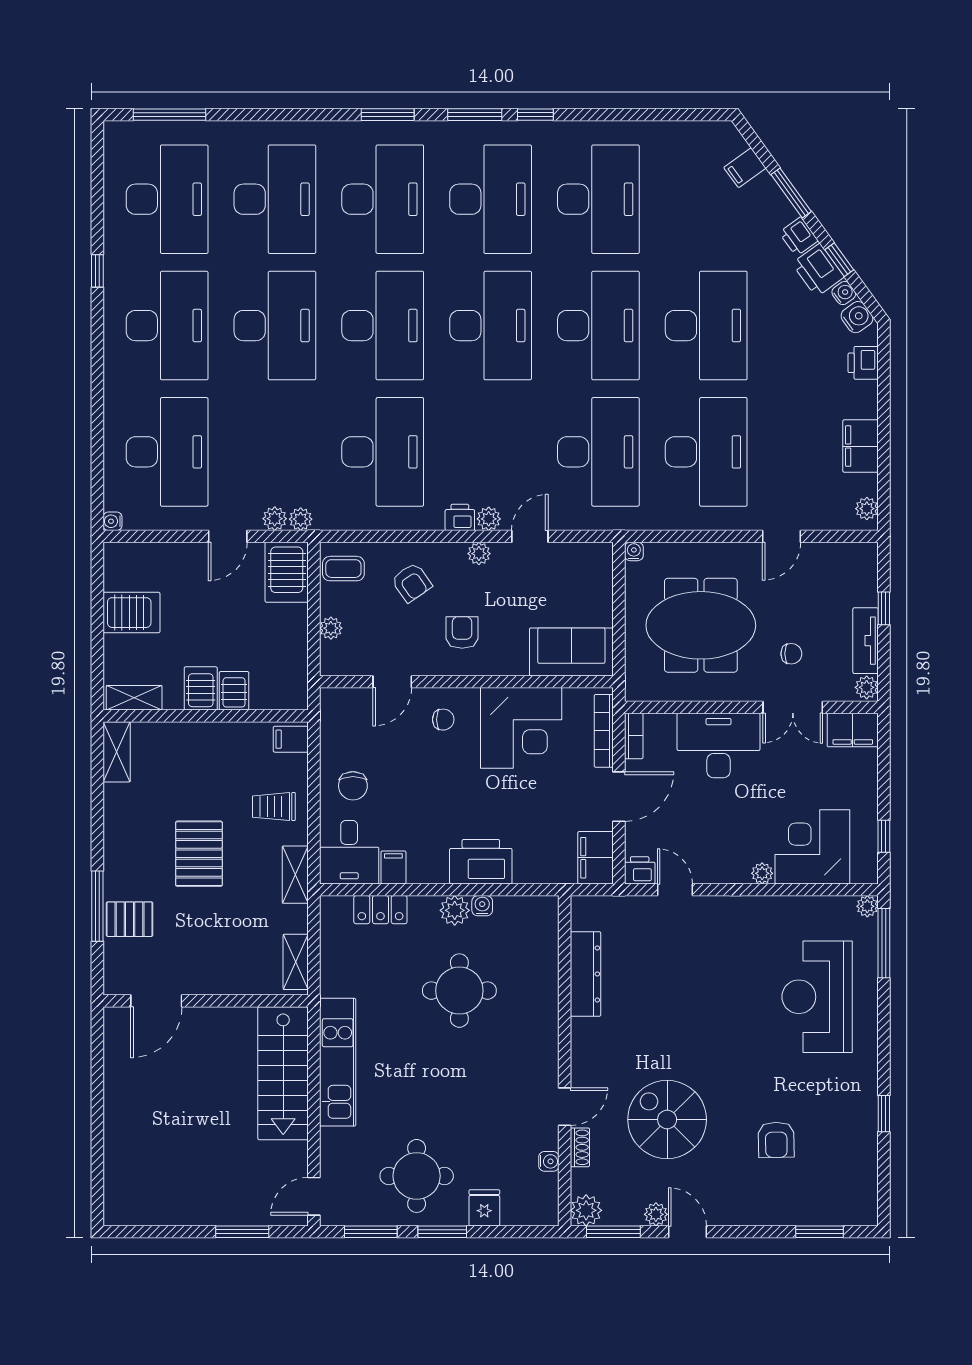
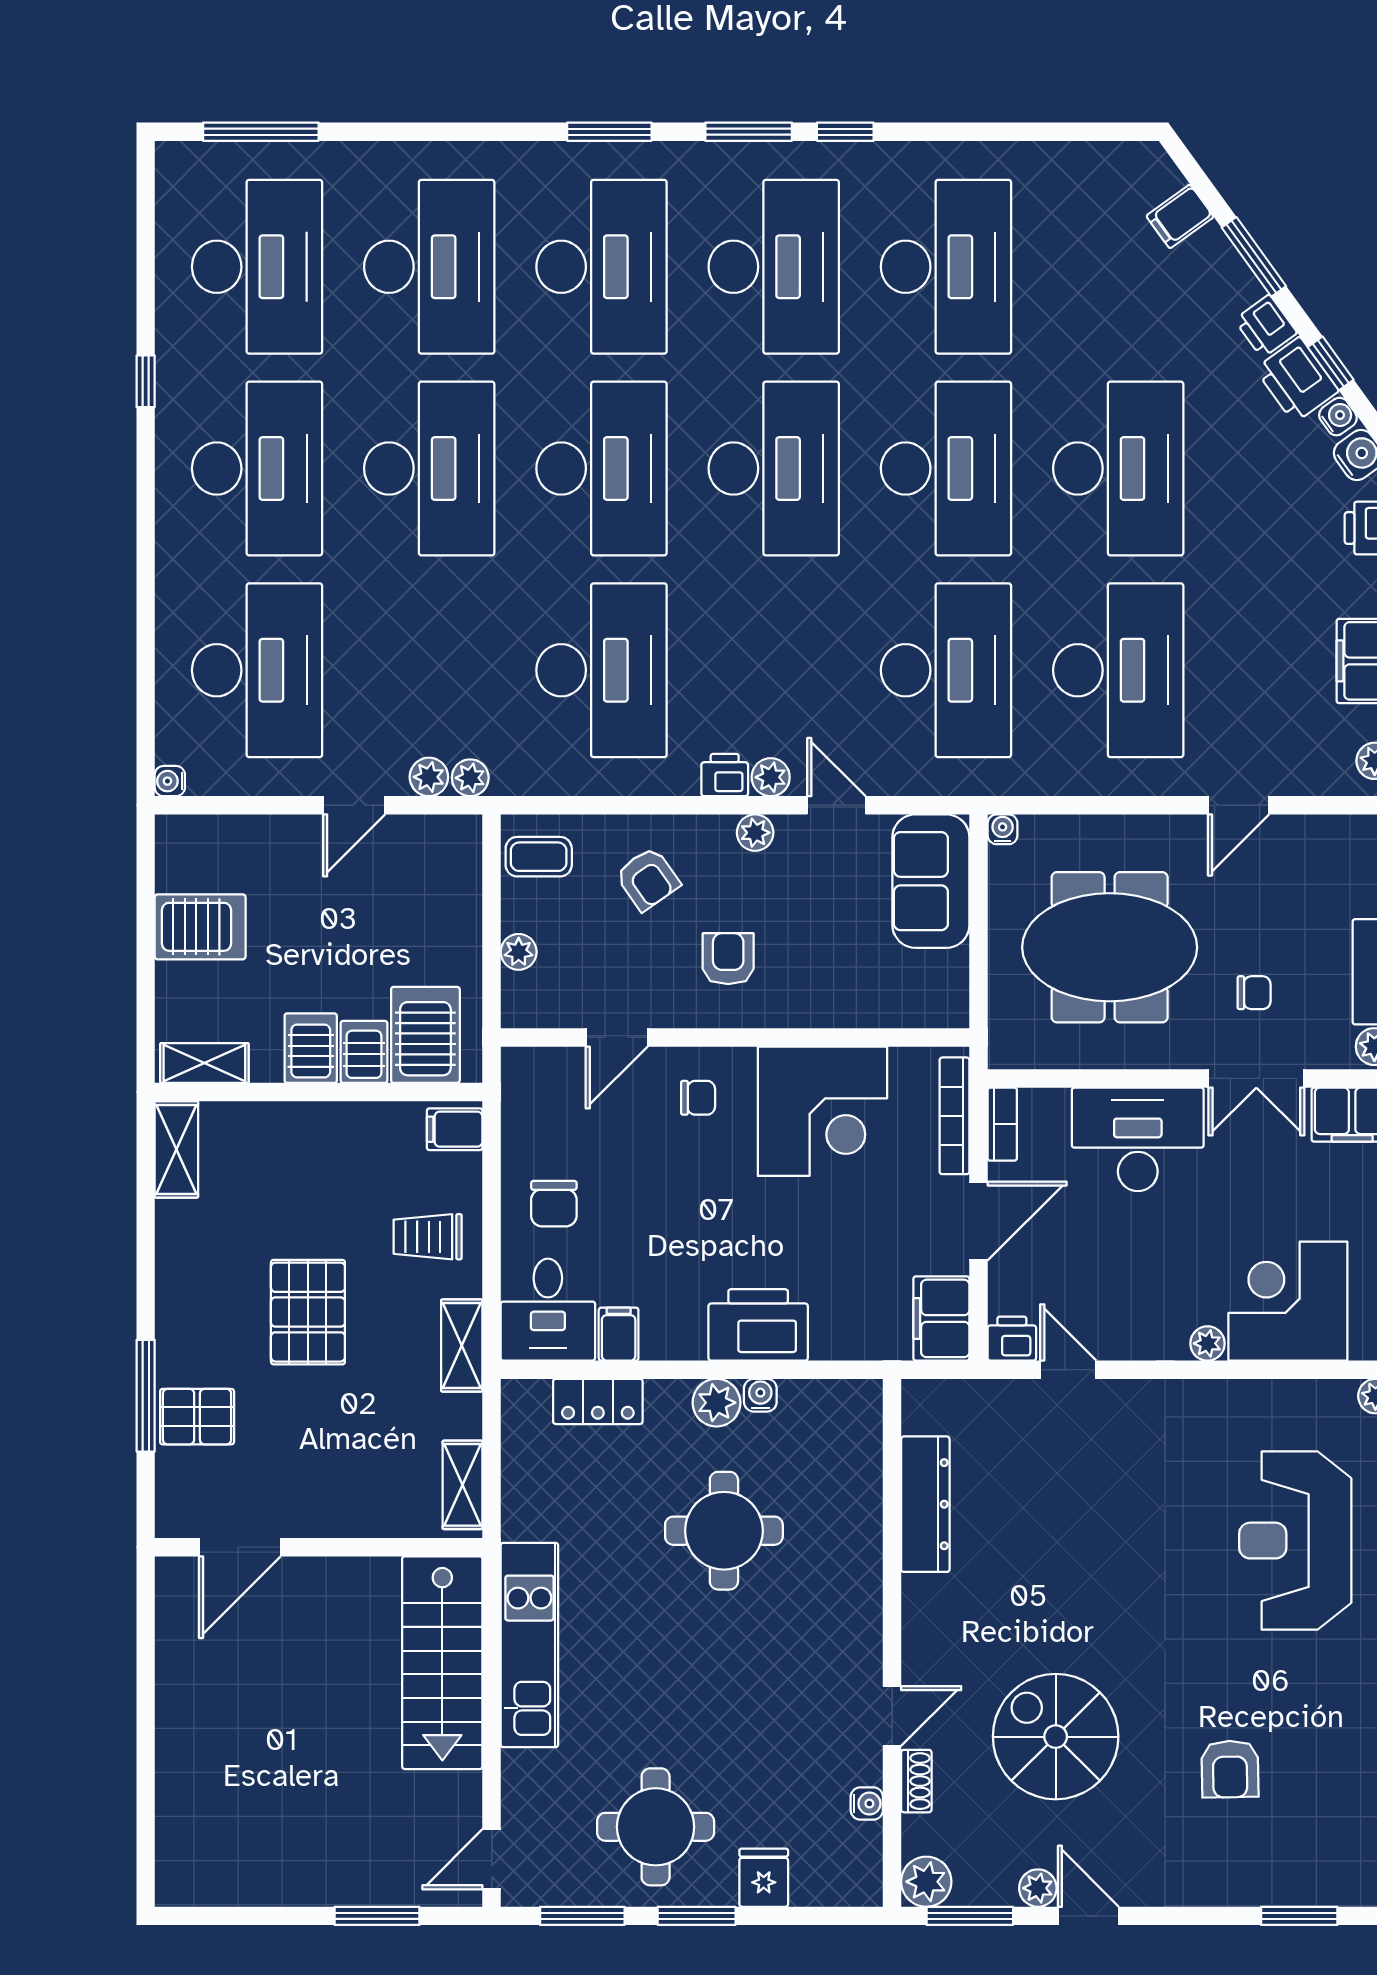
door: (530, 536) -> (836, 805), hinge flipped
server rack: (287, 572) -> (425, 1035), moved, turned 180
sofa: (571, 652) -> (931, 881), moved, turned -90

